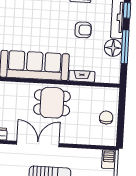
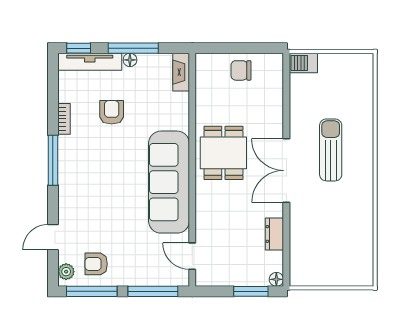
floor lamp: (113, 48) -> (130, 60), width x0.53, depth x0.53
fireplace: (82, 76) -> (181, 72), moved

